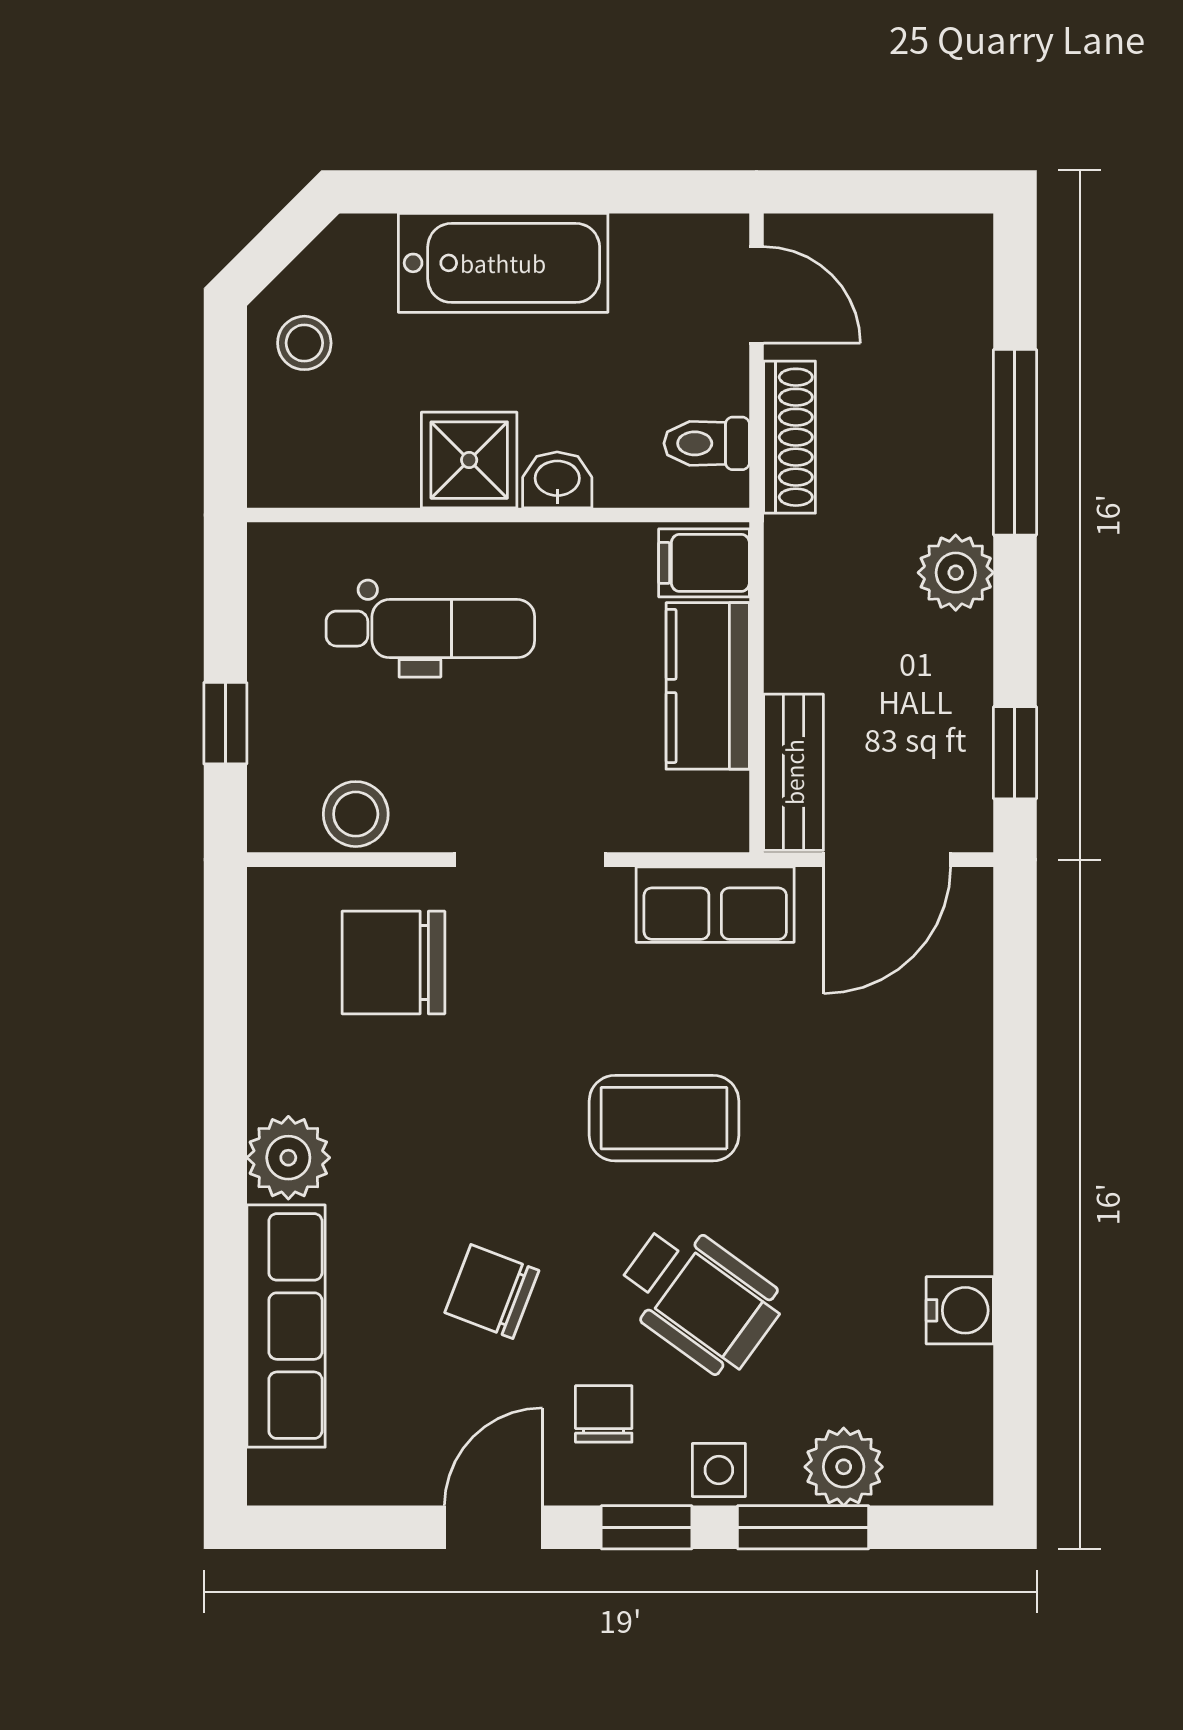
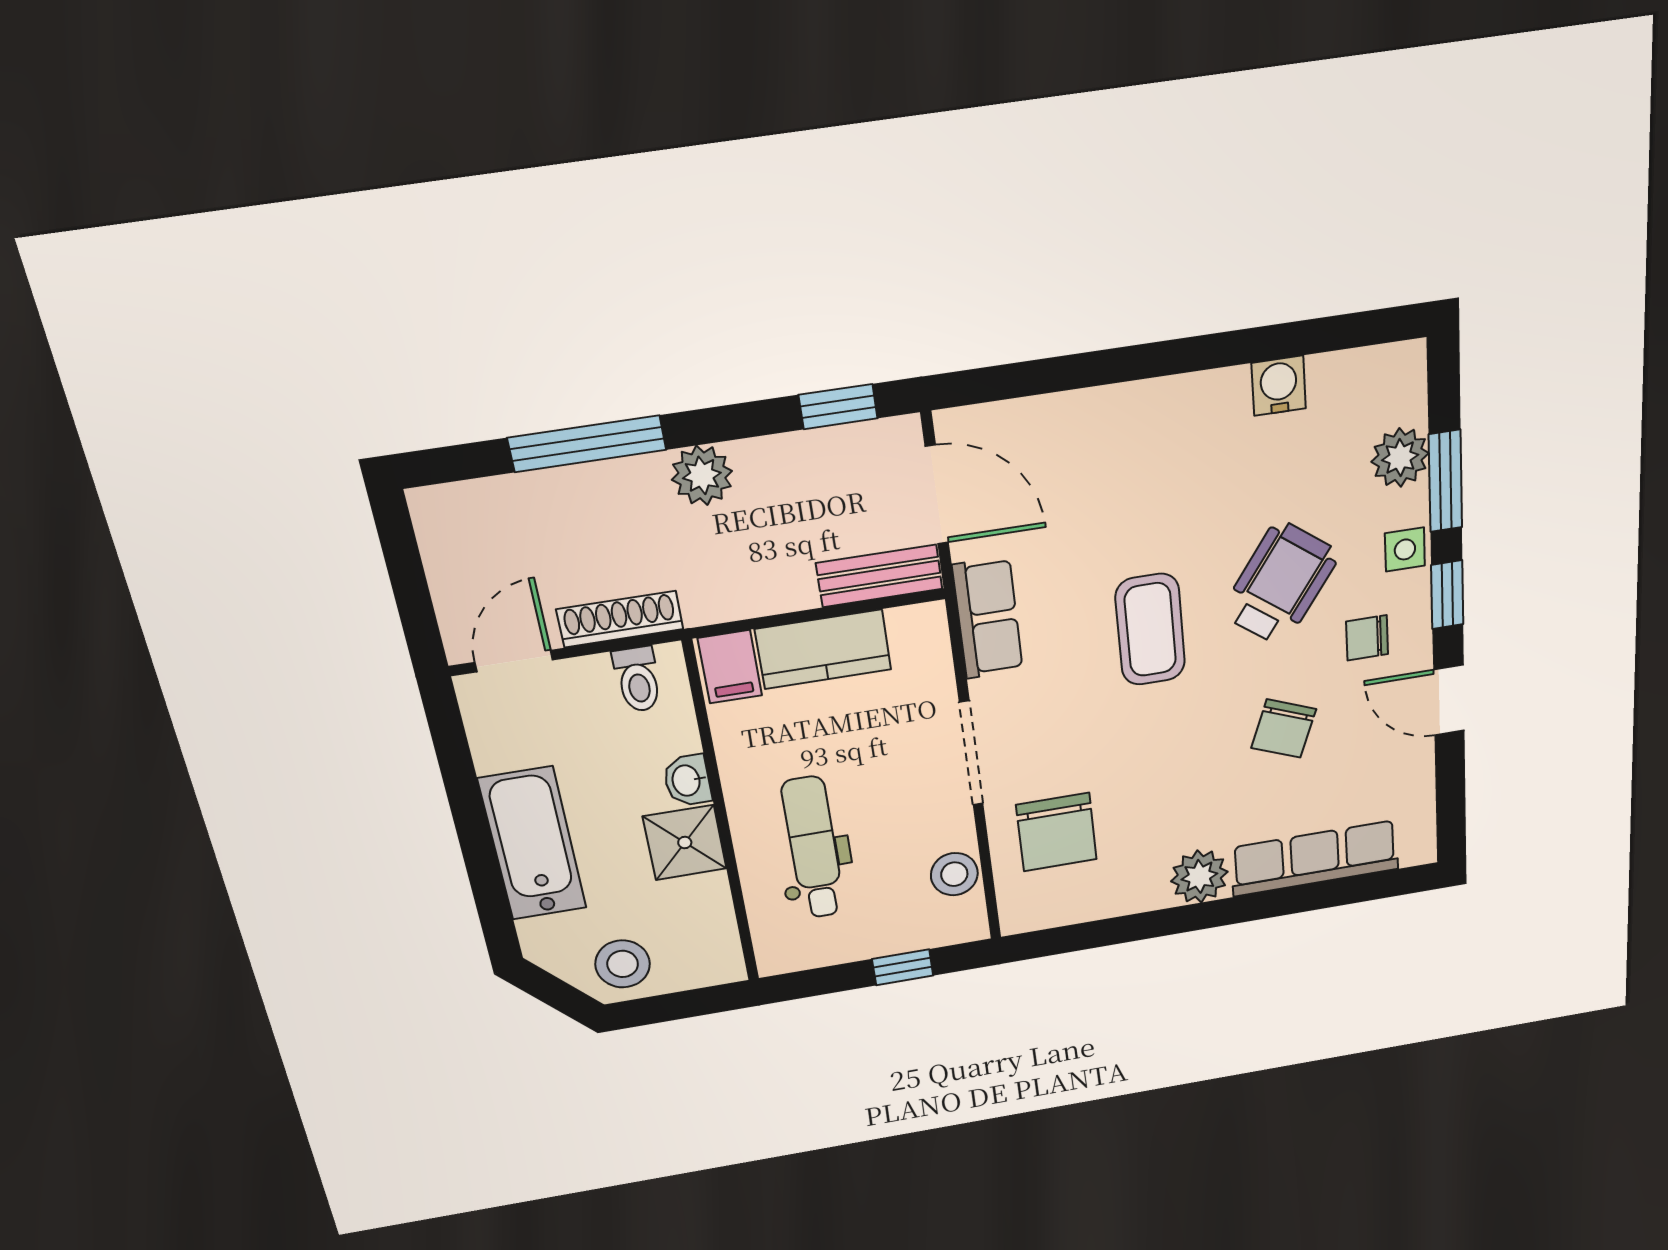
stool: (304, 343) -> (623, 964), width x1.37, depth x1.37

